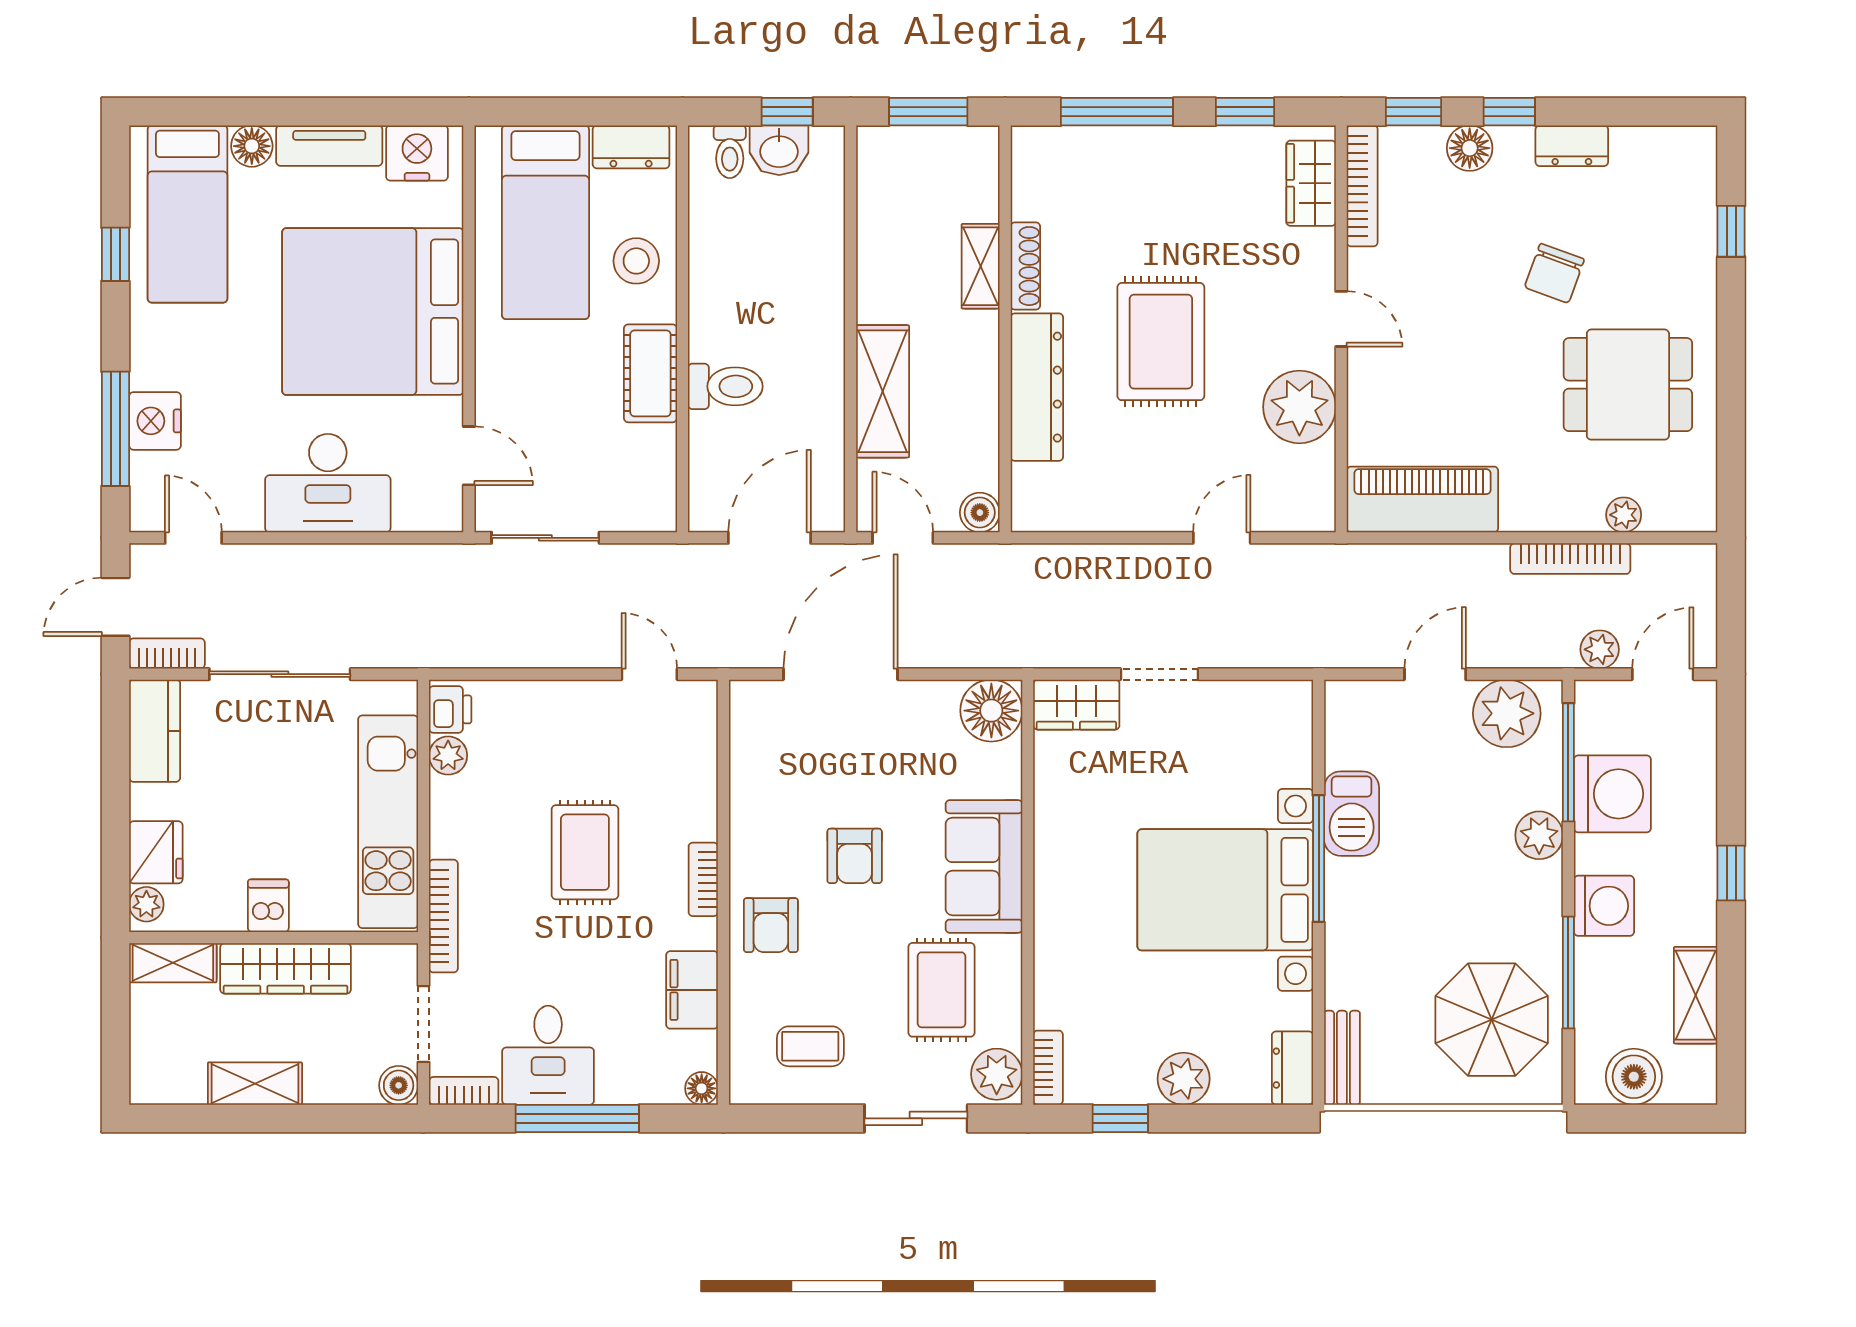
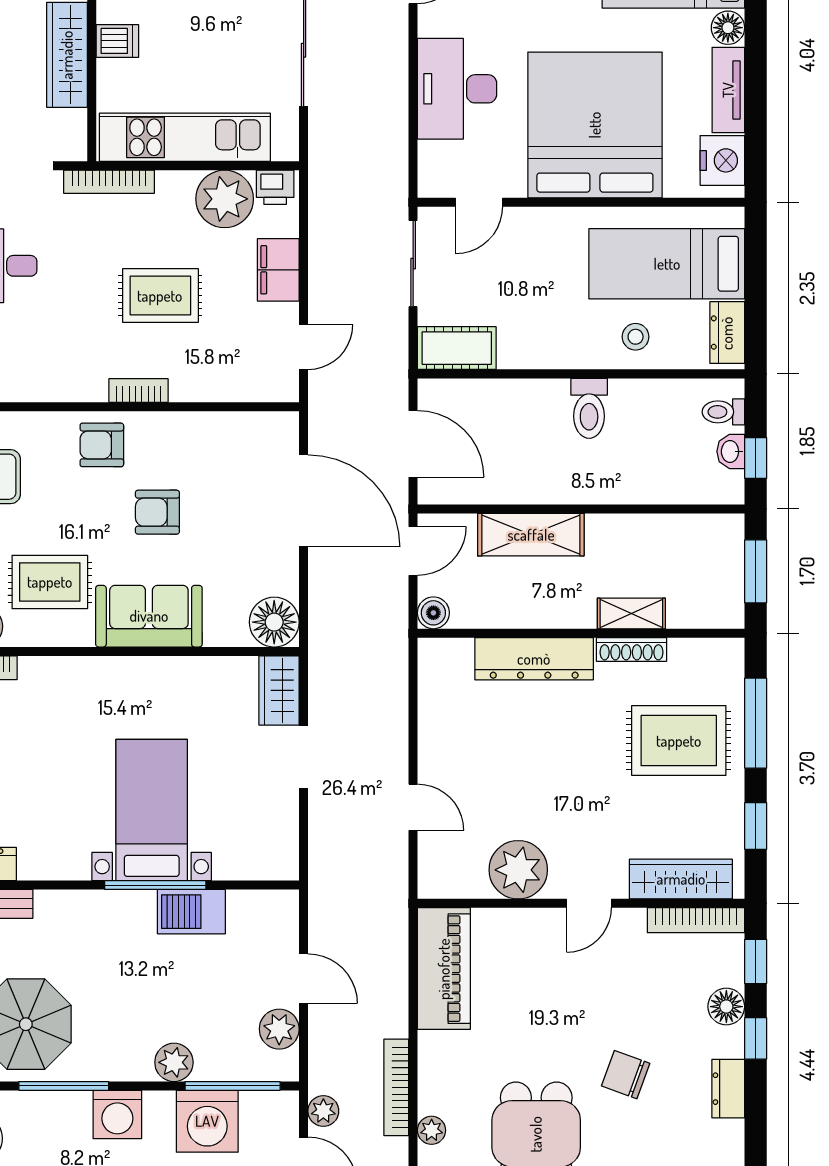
washbasin: (779, 150) -> (731, 451), width x0.72, depth x0.69
wardrobe: (1311, 183) -> (681, 879), width x1.50
stool: (636, 261) -> (636, 337), width x0.73, depth x0.73
rug: (1161, 342) -> (679, 741), moved
cot: (650, 373) -> (457, 348), moved
toilet: (725, 386) -> (589, 408), moved
plant: (1507, 713) -> (279, 1029), width x0.73, depth x0.73
plant: (448, 756) -> (225, 199), width x1.87, depth x1.87
bed with nightstands: (1225, 890) -> (152, 810), width x0.73
filing cabinet: (692, 990) -> (278, 270), moved, turned -90

